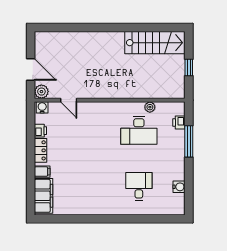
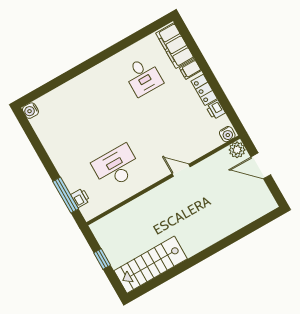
door: (69, 100) -> (181, 170), moved
plant: (150, 107) -> (119, 197), removed
window: (189, 141) -> (66, 195), moved
desk: (139, 186) -> (143, 76), moved
water cooler: (179, 187) -> (30, 111), moved

